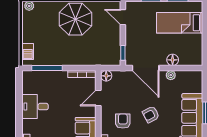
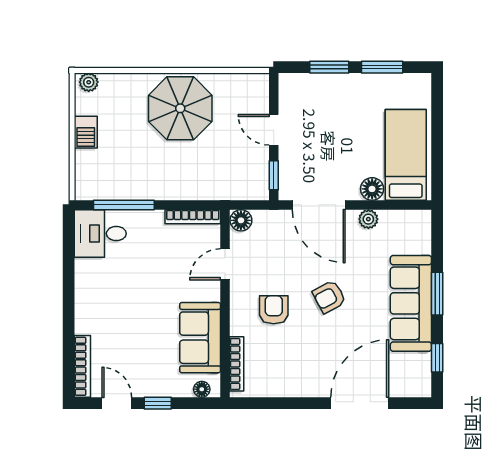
door: (123, 17) -> (274, 130), moved
bed: (180, 23) -> (406, 155), moved, turned 90
barbecue: (28, 52) -> (86, 132), moved
desk: (35, 107) -> (100, 234), moved

